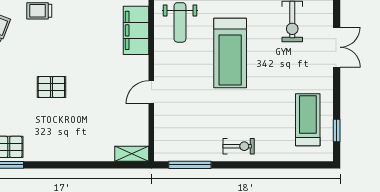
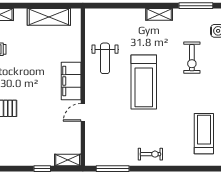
filing cabinet: (136, 30) -> (71, 81), moved
window: (99, 165) -> (42, 169), added

